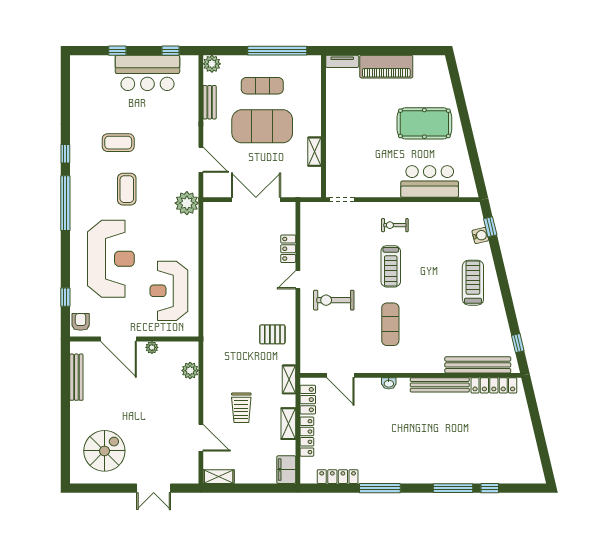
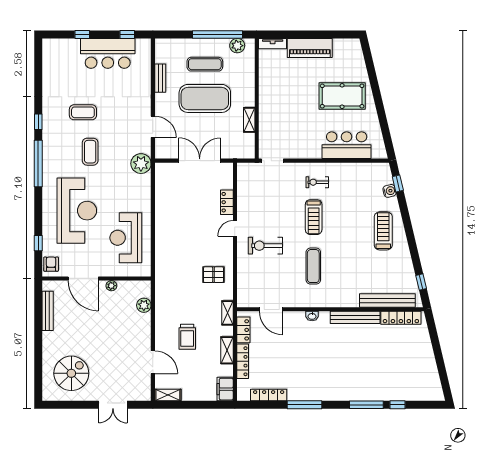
plant: (212, 64) -> (237, 46), moved

